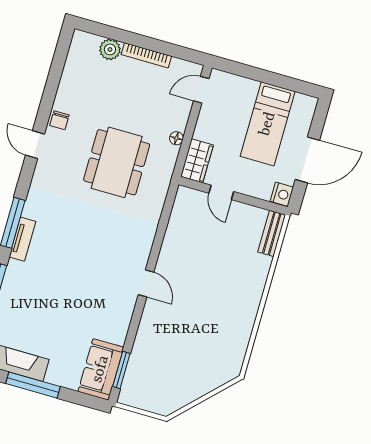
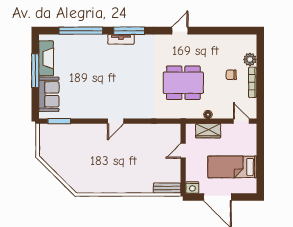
chair: (59, 120) -> (231, 75), moved
wardrobe: (197, 161) -> (208, 131), moved
sofa: (101, 369) -> (49, 94), moved, turned 90

